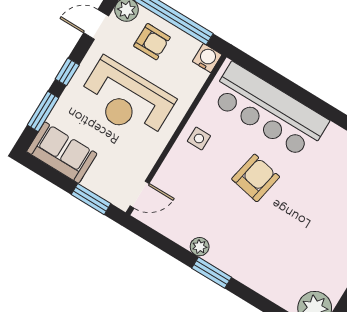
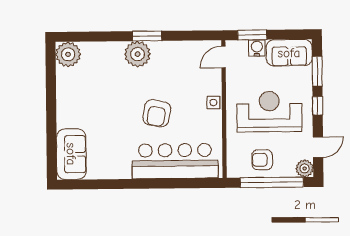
armchair: (152, 42) -> (262, 160), moved
water cooler: (207, 58) -> (257, 48), moved, turned 180
side table: (199, 138) -> (213, 102), moved
plant: (200, 247) -> (137, 54), moved, width x1.88, depth x1.88

